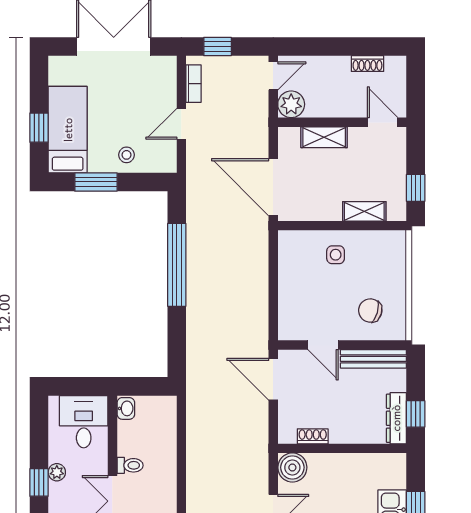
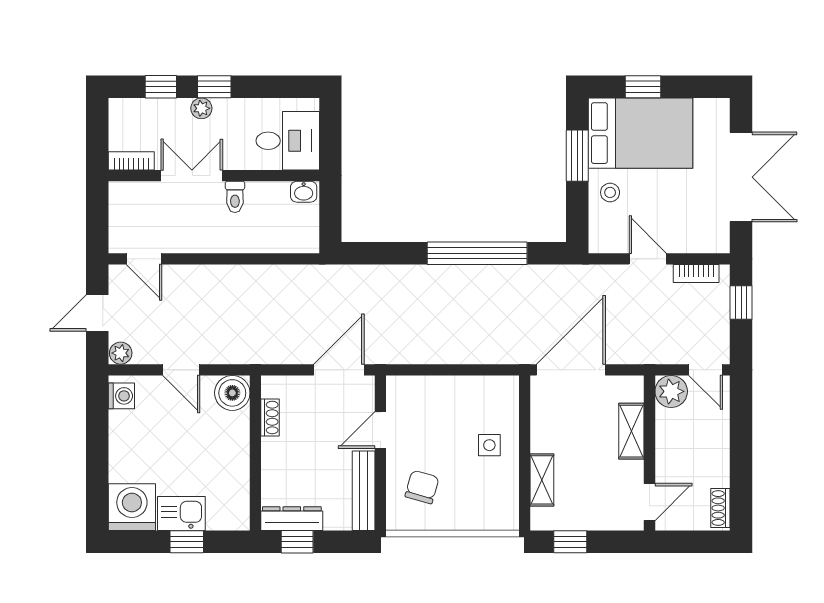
shoe rack: (367, 64) -> (720, 508), moved
bed: (68, 130) -> (641, 133), width x1.50
plant: (57, 472) -> (201, 108), moved

